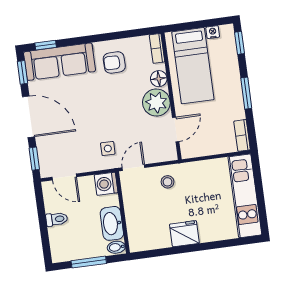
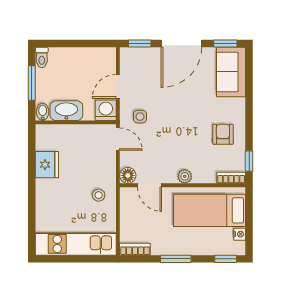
window: (46, 45) -> (249, 161), moved
sofa: (60, 62) -> (231, 72), width x0.74
floor lamp: (159, 79) -> (128, 175), moved
plant: (156, 103) -> (185, 176), width x0.53, depth x0.53
door: (64, 177) -> (118, 86), moved
stool: (168, 182) -> (99, 195), moved
toilet: (57, 219) -> (42, 57), moved
fridge: (184, 234) -> (47, 165), moved

